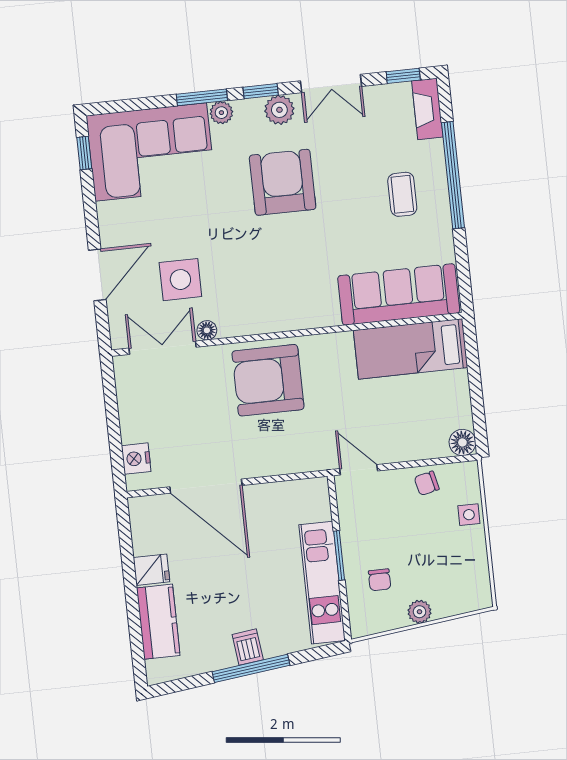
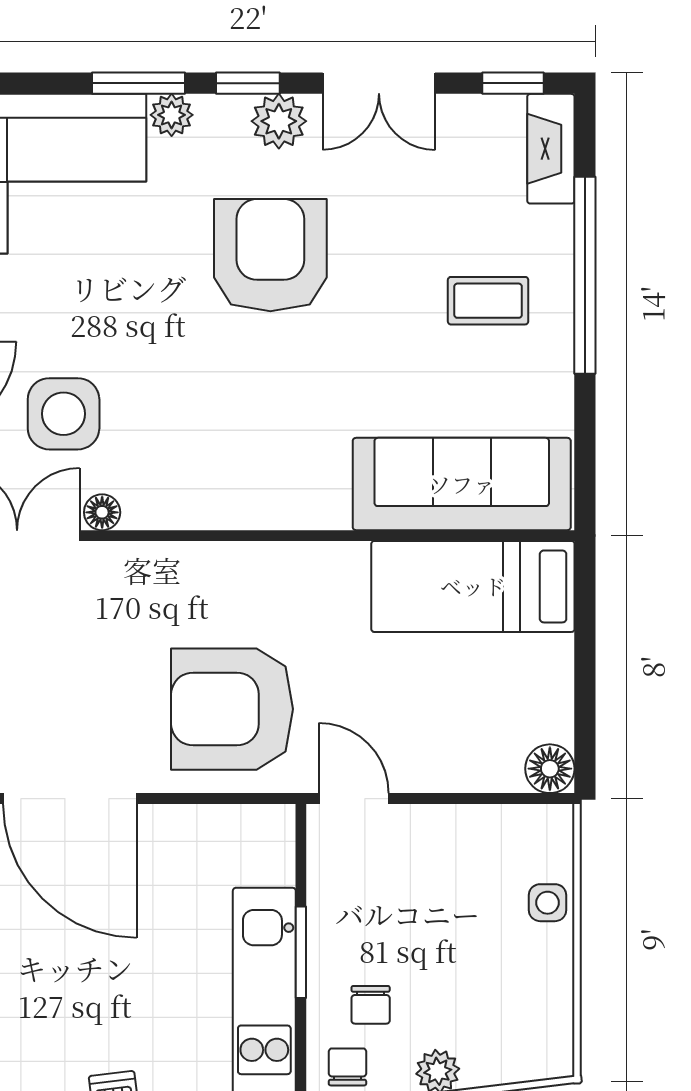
coffee table: (402, 194) -> (488, 301), turned 90
armchair: (268, 380) -> (232, 709), moved
chair: (427, 483) -> (347, 1067), moved, turned 103

